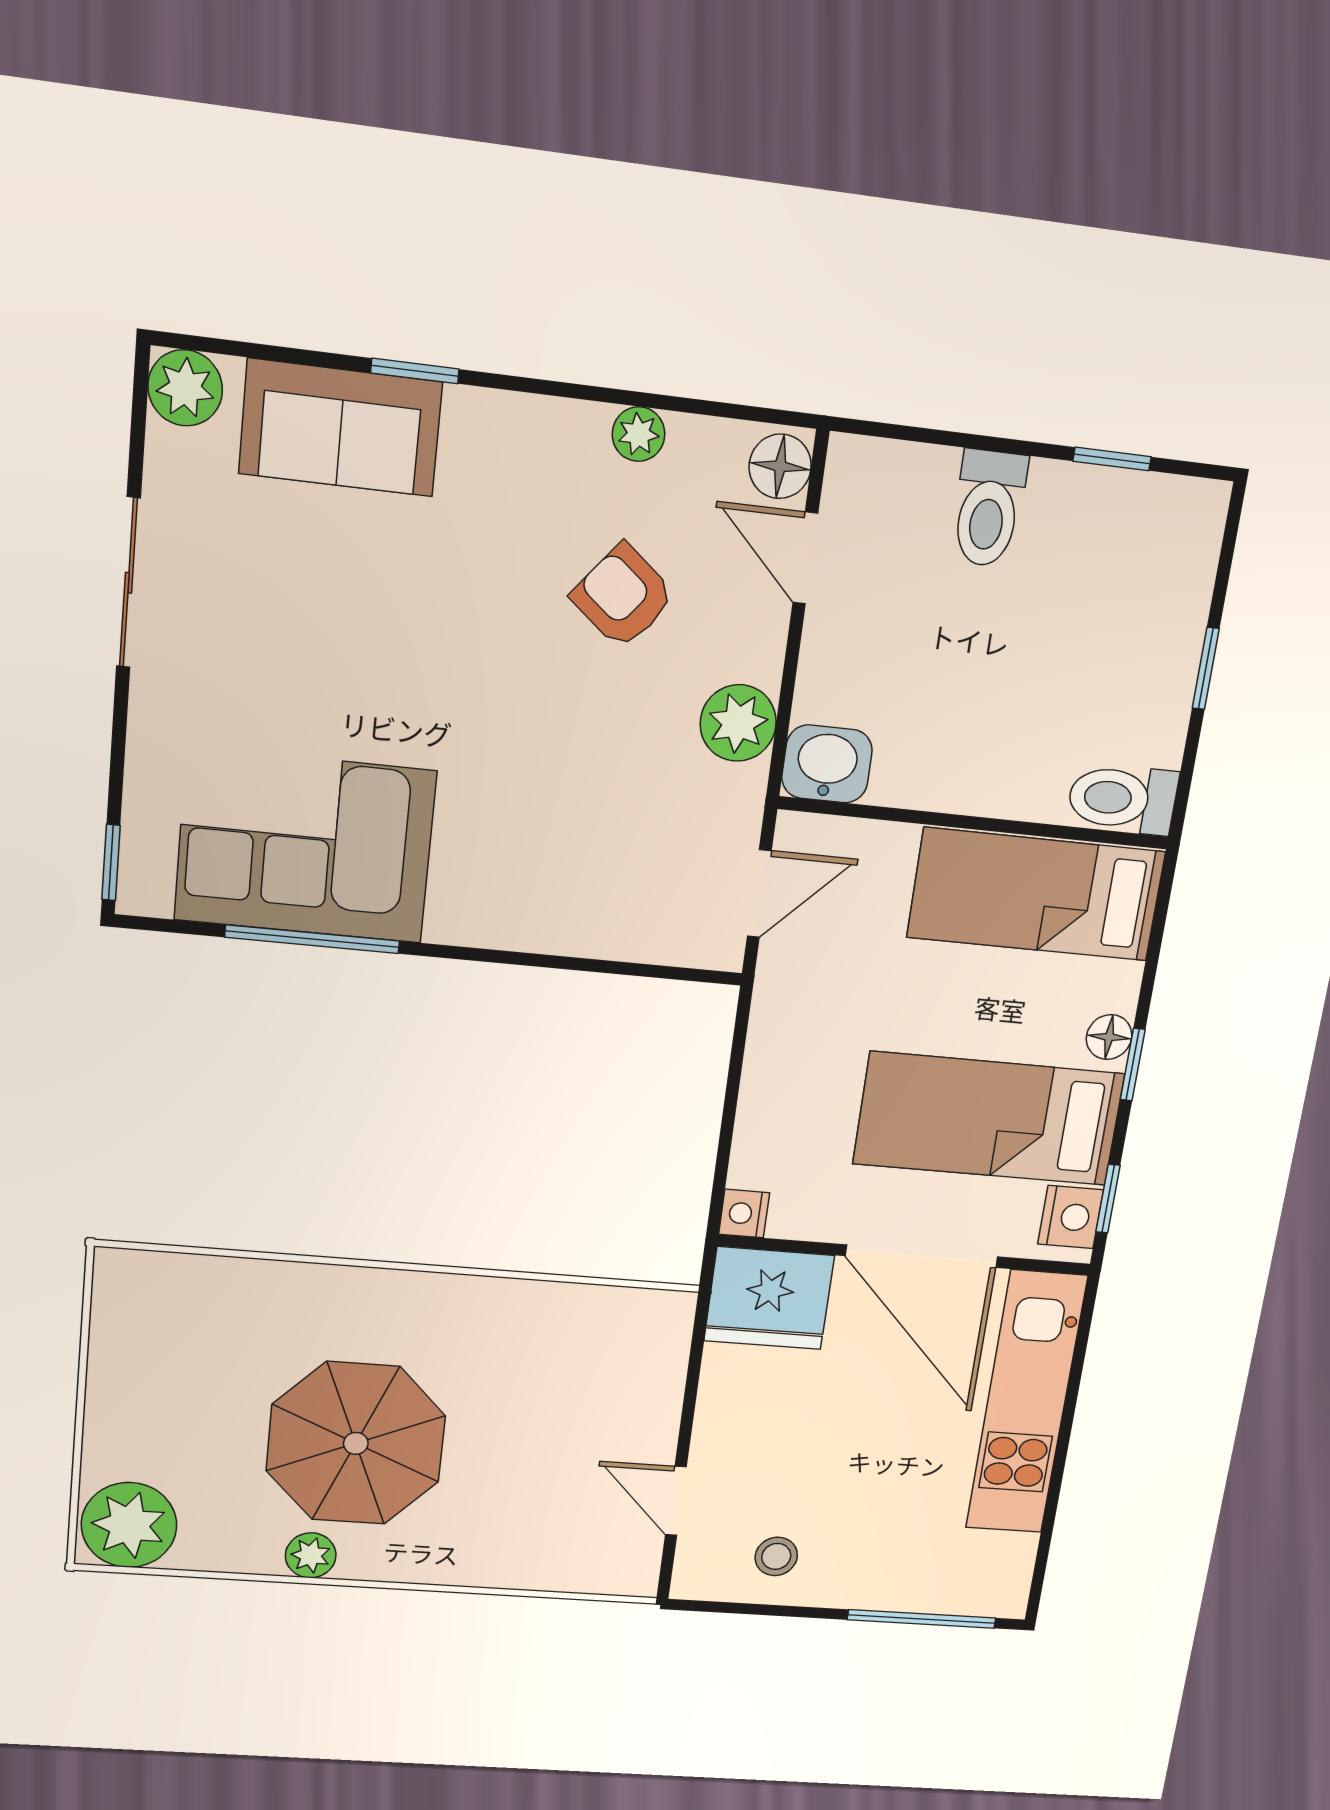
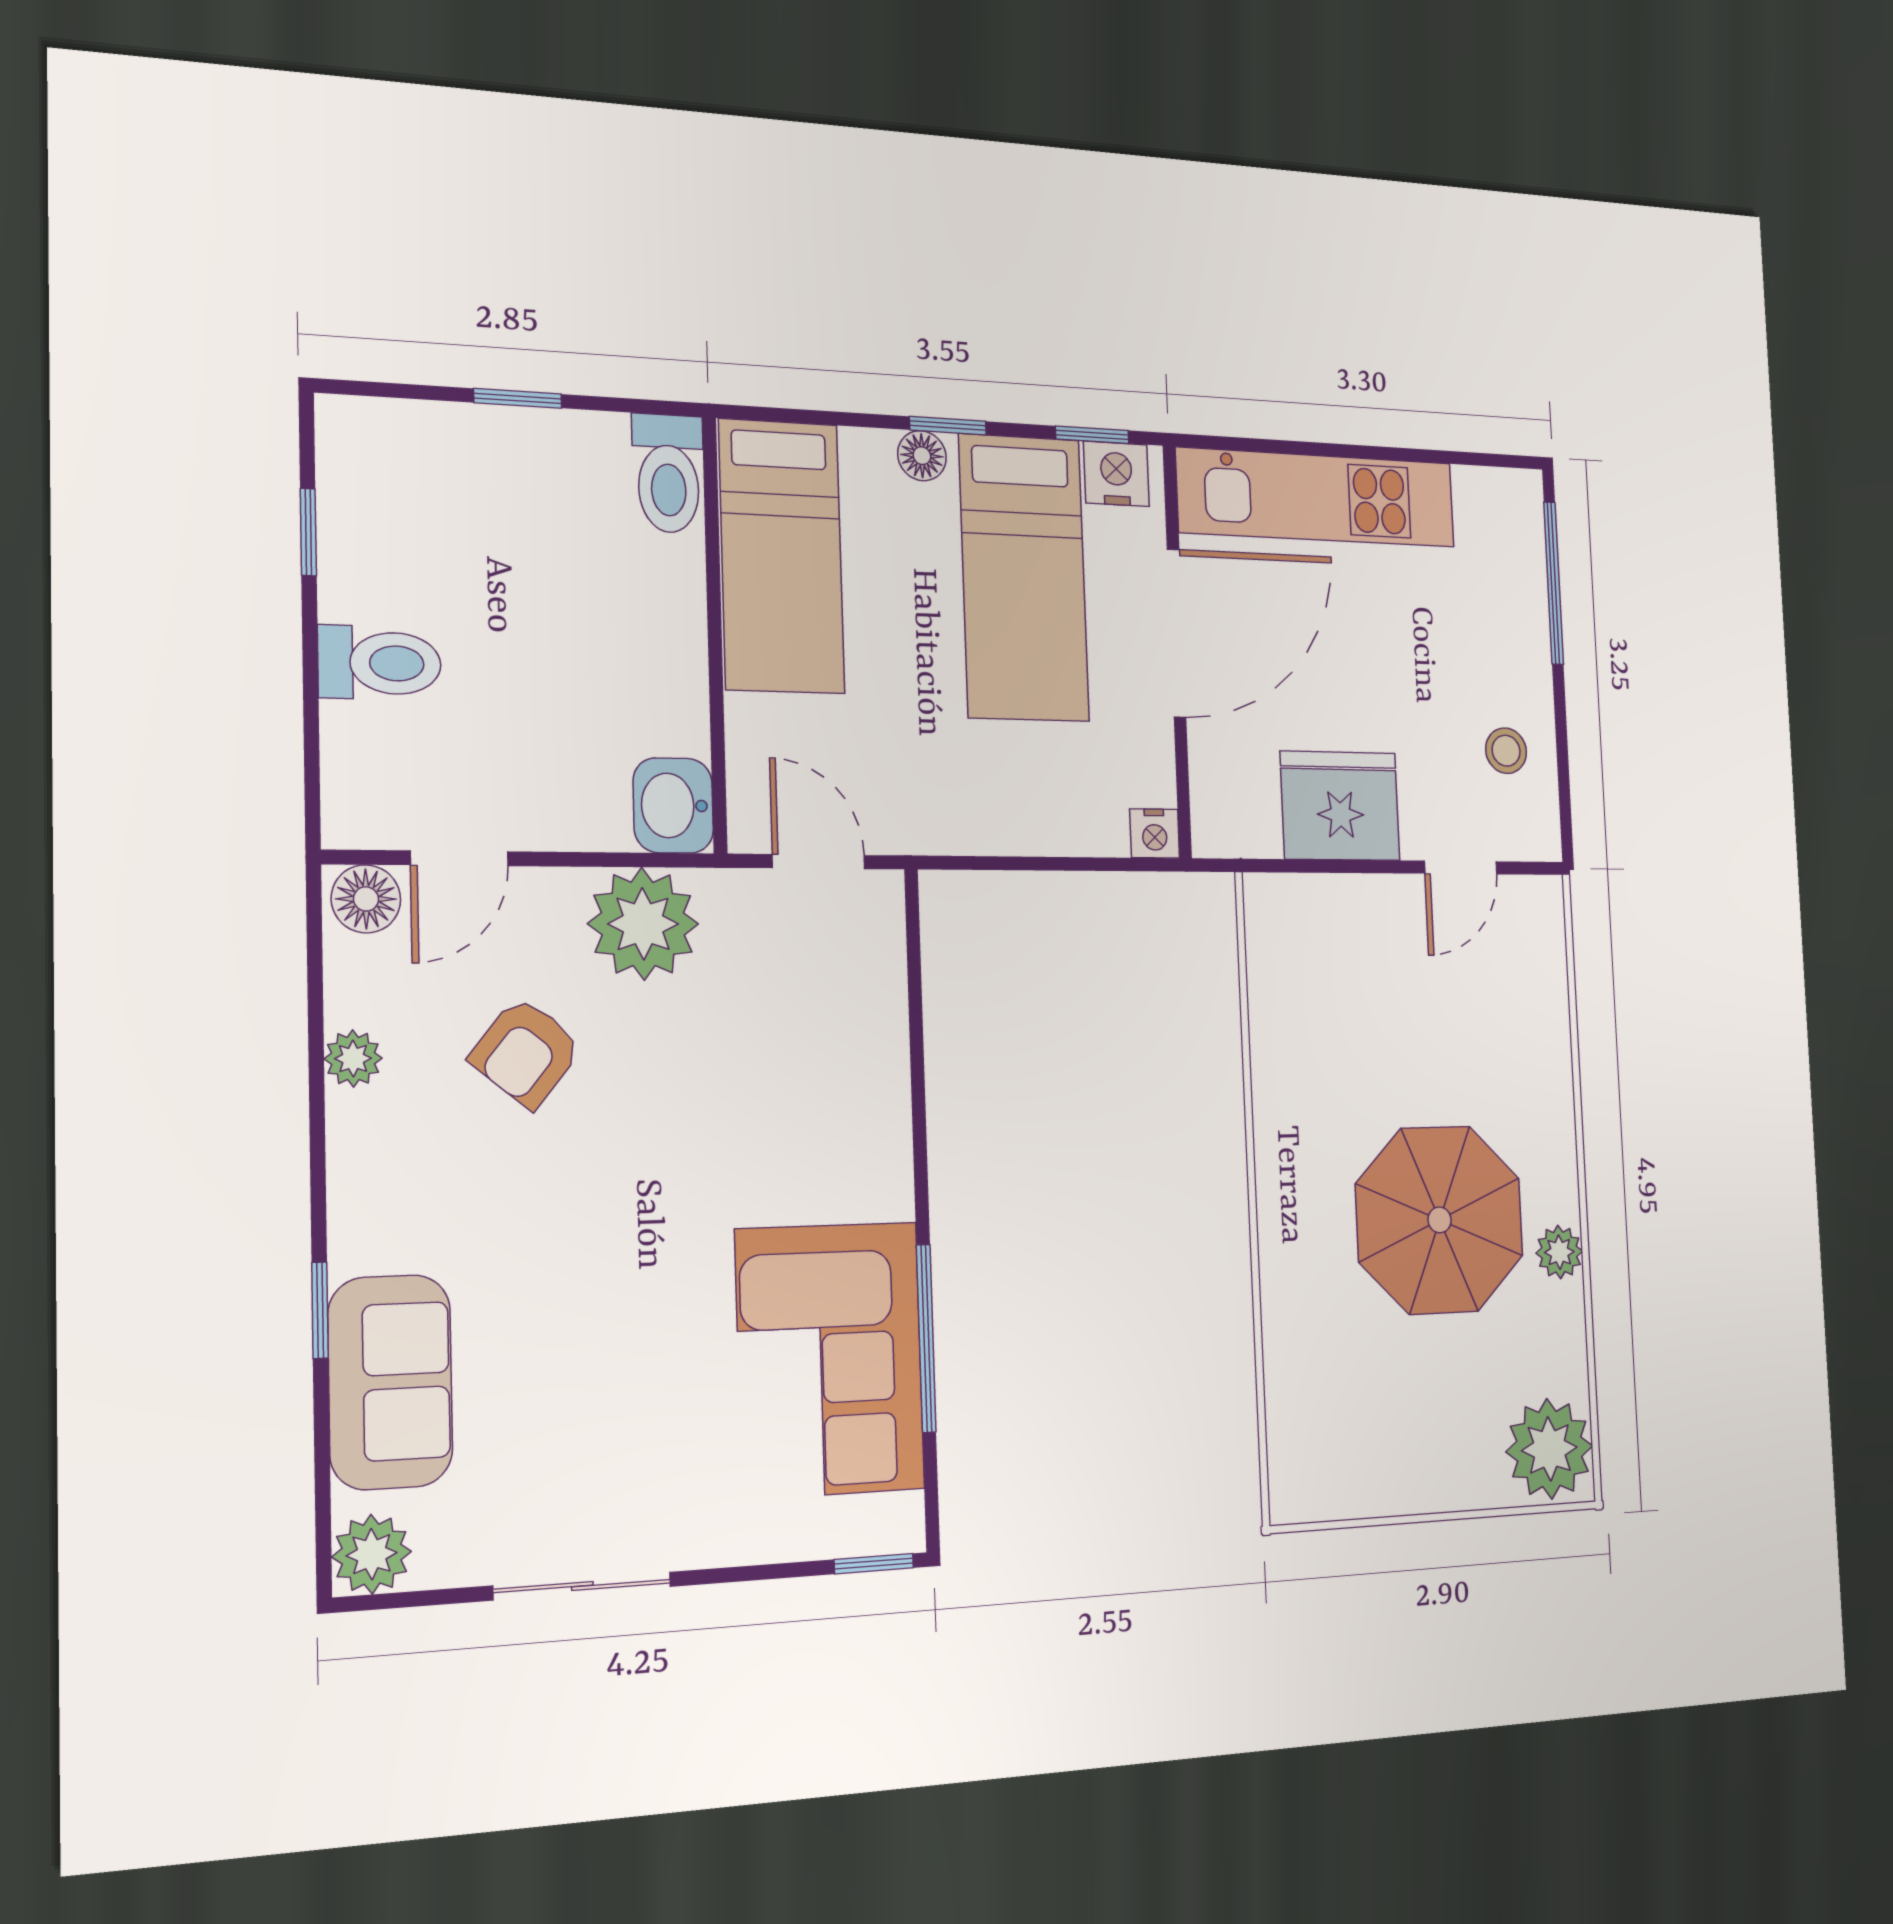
plant: (738, 723) -> (643, 924), width x1.36, depth x1.36
fridge: (769, 1298) -> (1340, 806), moved, turned -90

